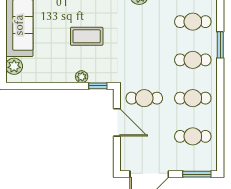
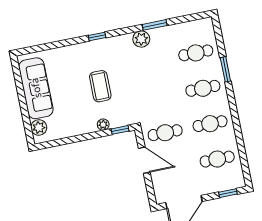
coffee table: (87, 36) -> (100, 86), turned 90
window: (197, 174) -> (228, 193), width x0.67

